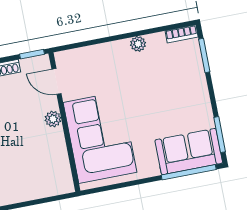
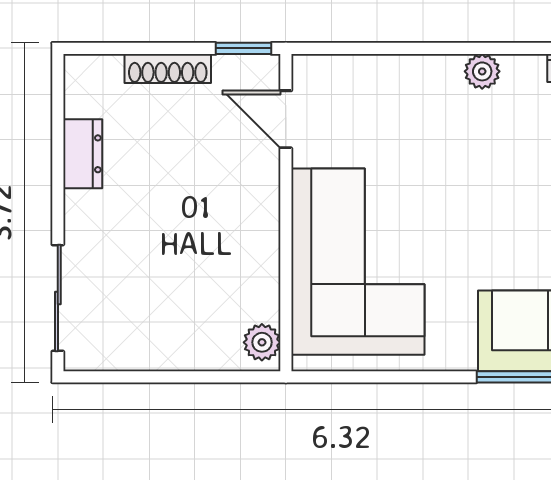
plant: (53, 119) -> (262, 342), moved

